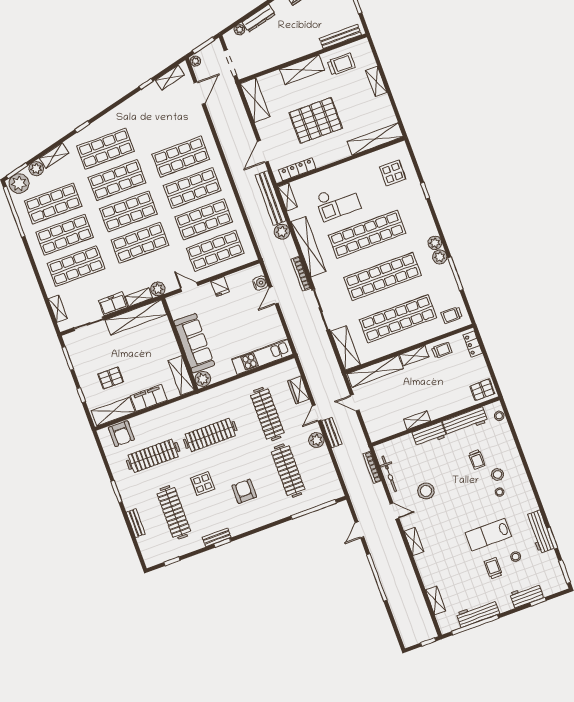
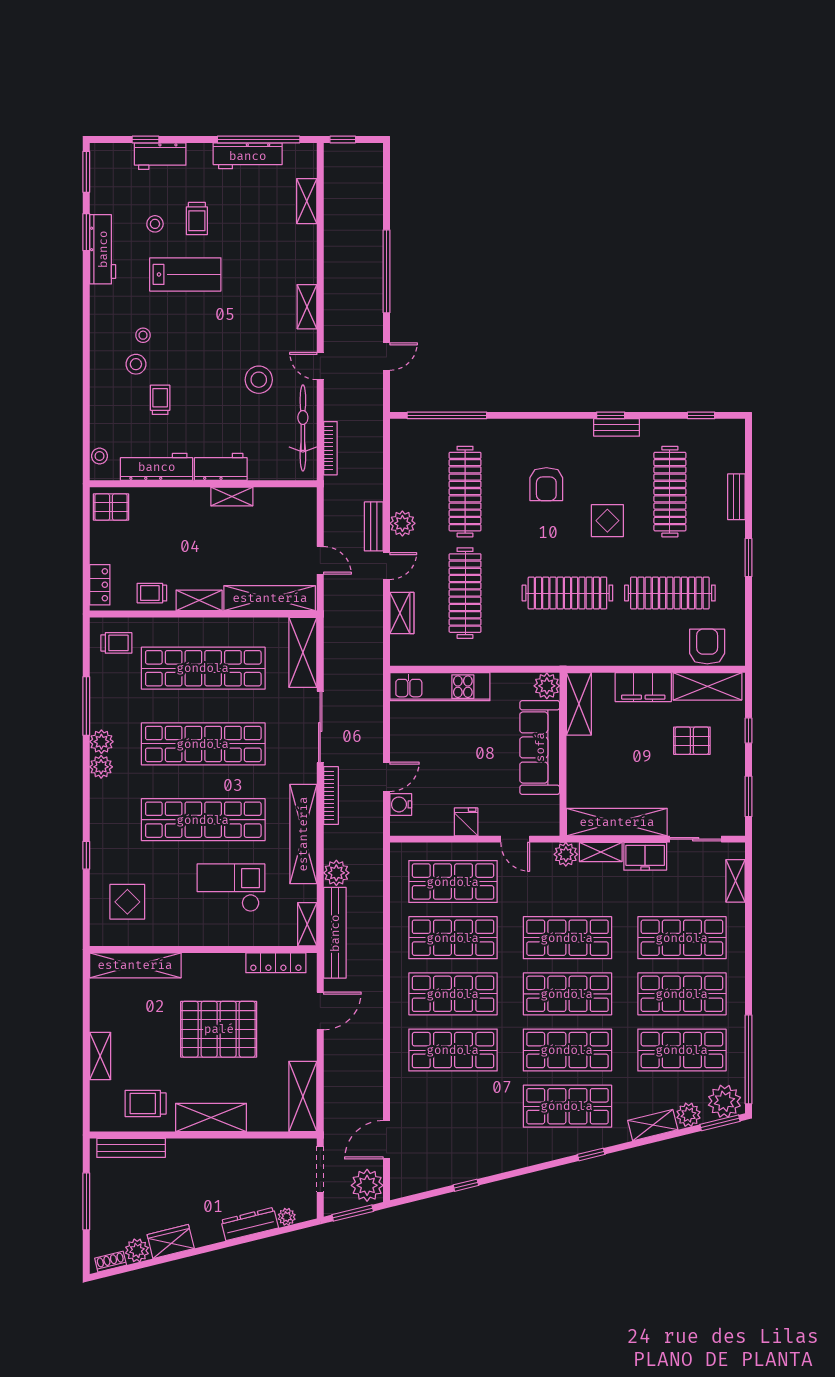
plant: (195, 61) -> (367, 1185), width x1.87, depth x1.87
shelving: (170, 78) -> (424, 1181), removed
bicycle: (389, 474) -> (303, 428), width x1.37, depth x1.40

